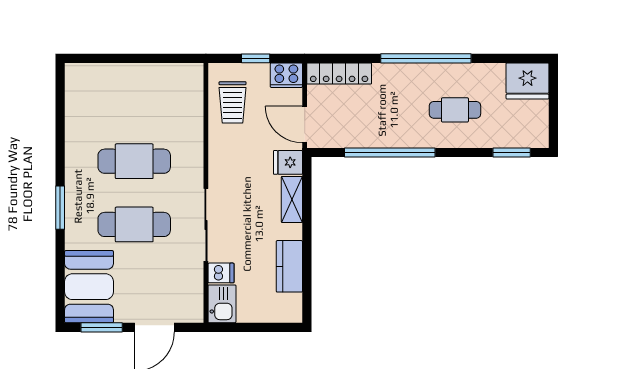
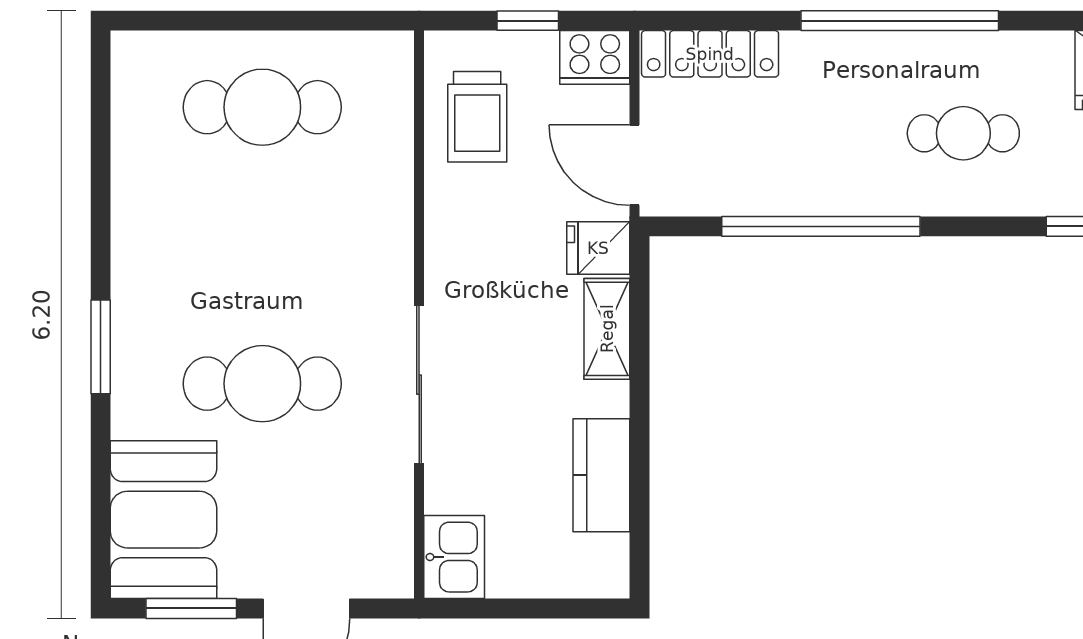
cafe table: (134, 161) -> (262, 107), moved
dishwasher: (221, 273) -> (452, 490), removed

